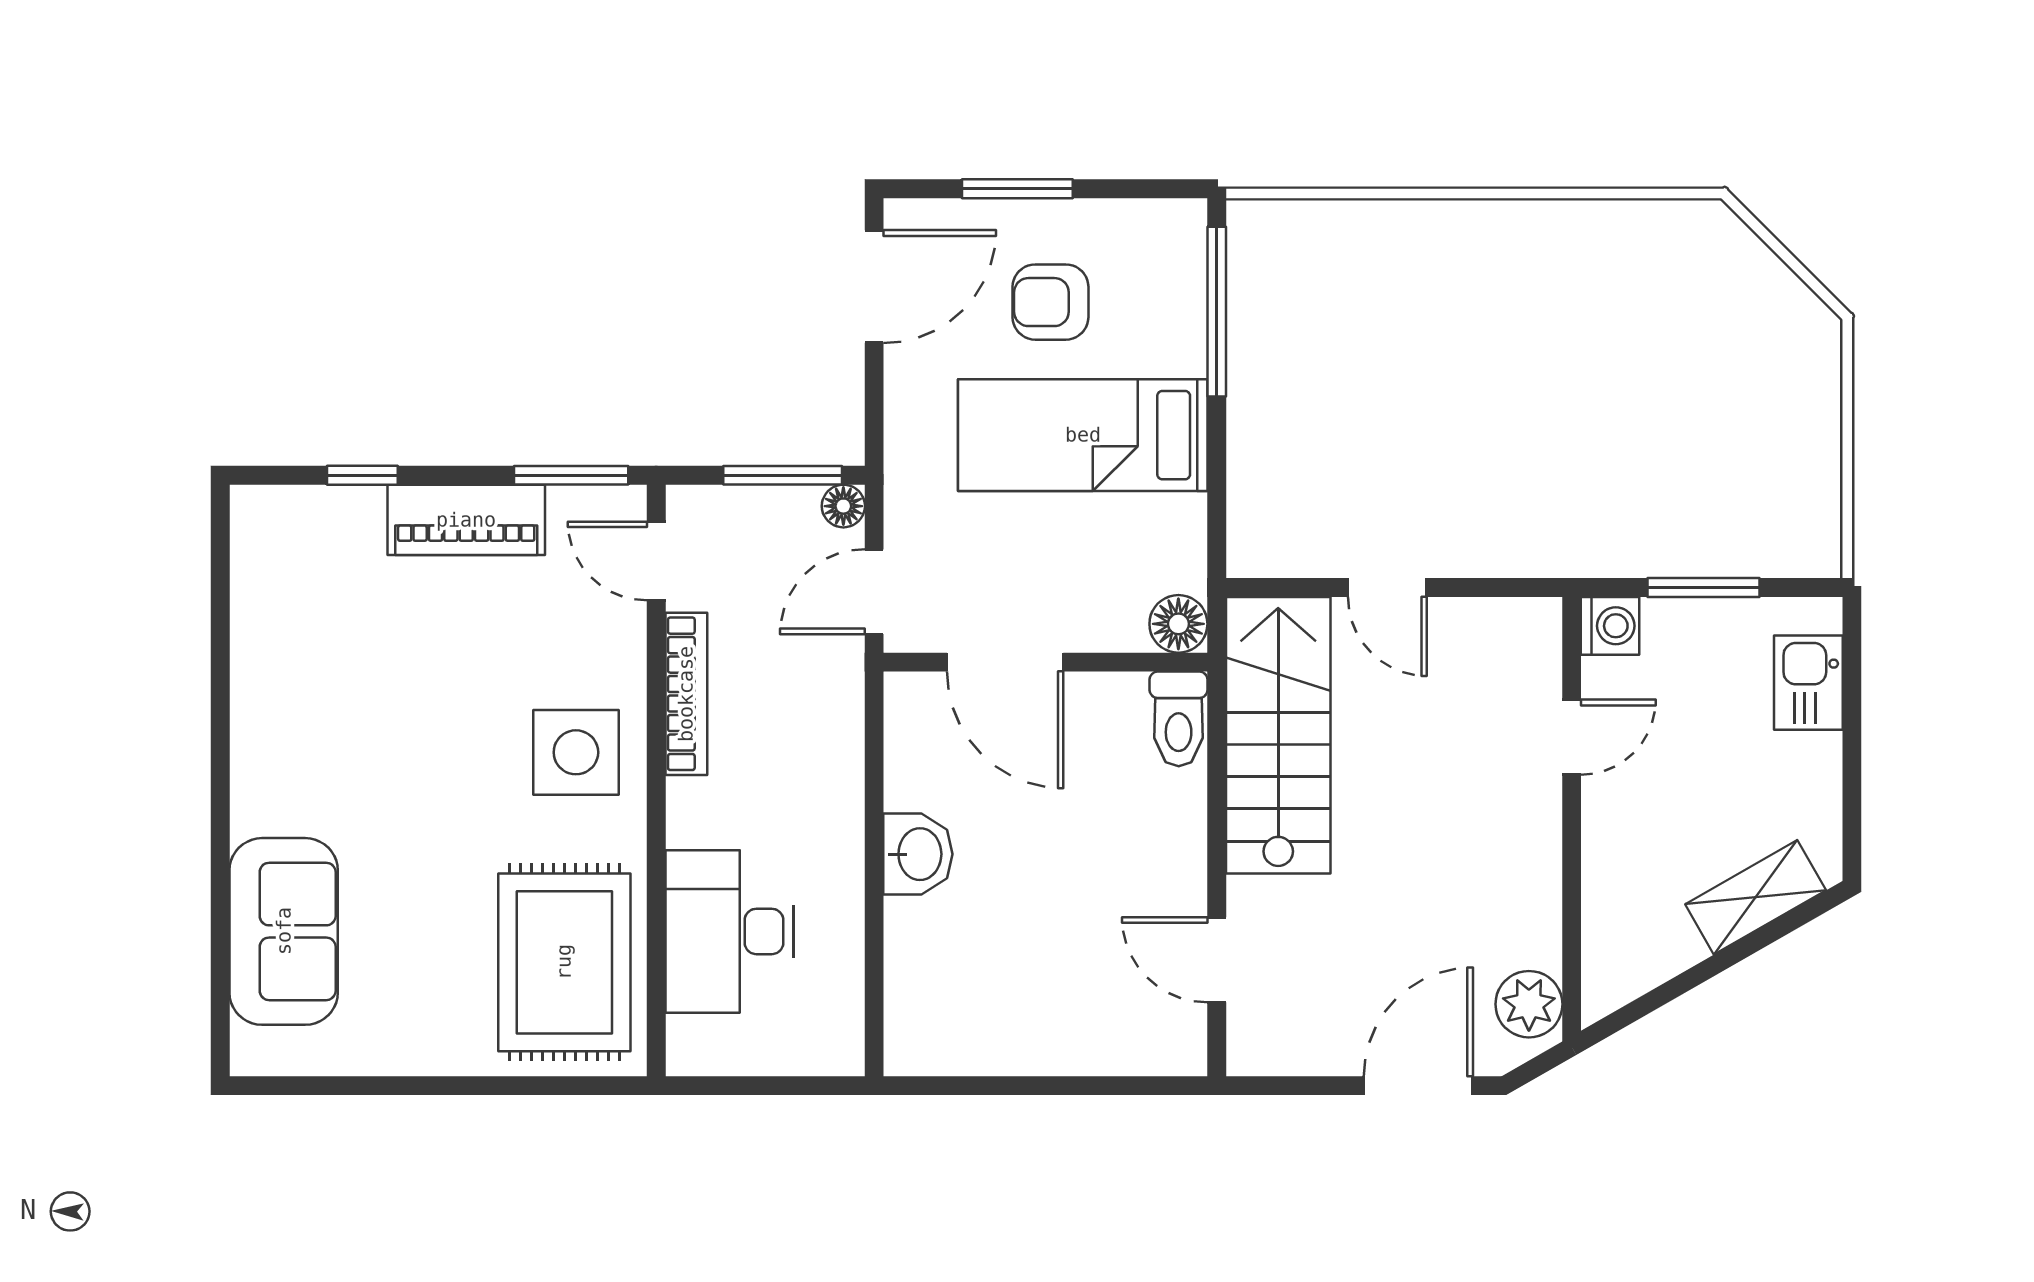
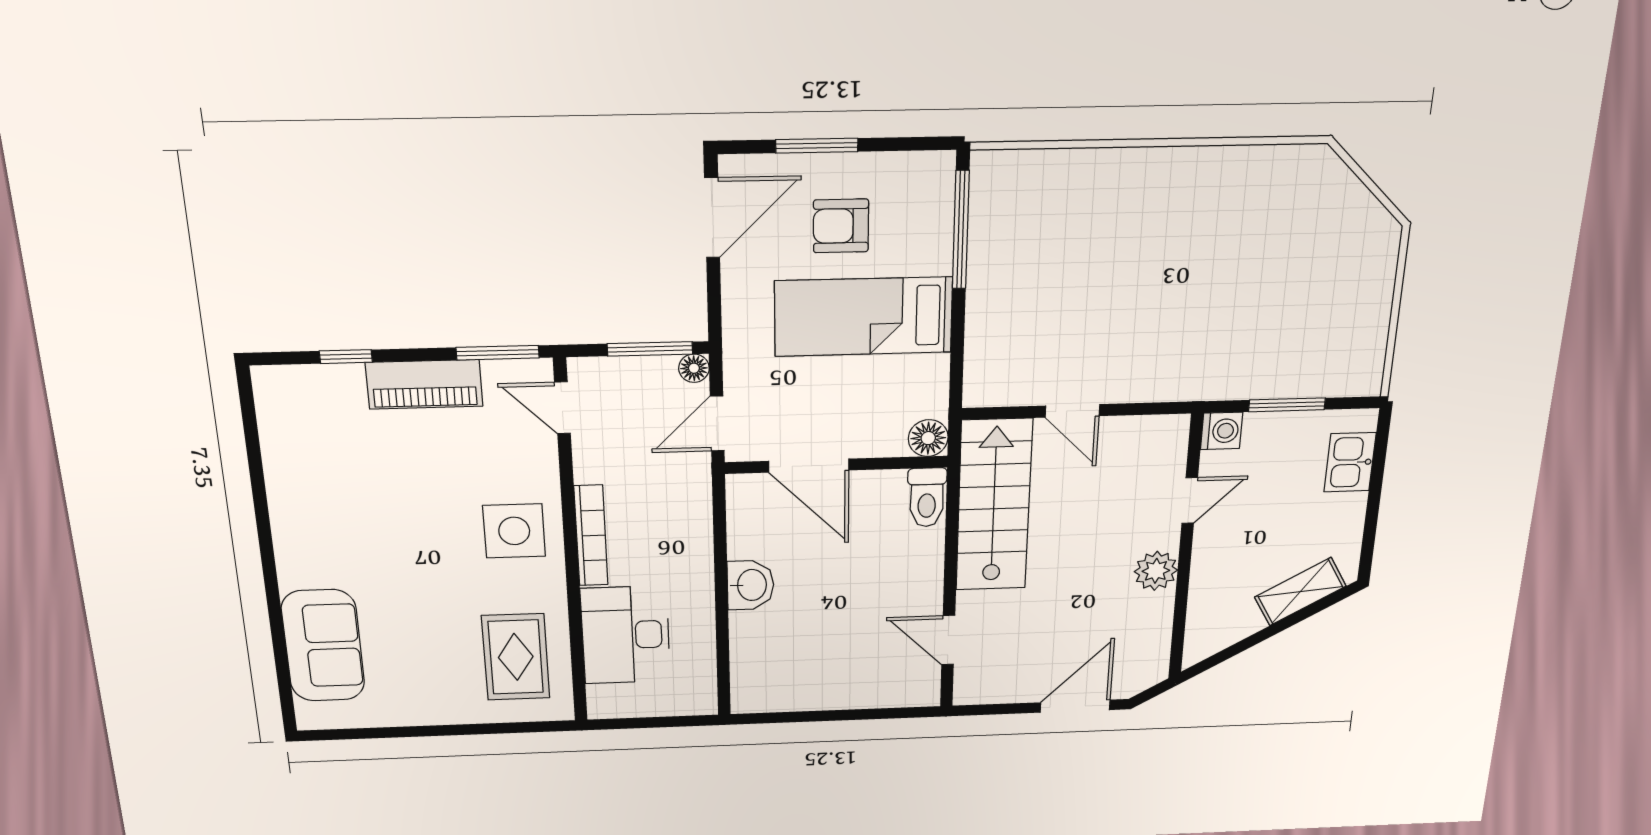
bookcase: (686, 694) -> (591, 536), moved
rug: (564, 962) -> (516, 657), width x0.73, depth x0.70
plant: (1529, 1004) -> (1156, 571), moved

